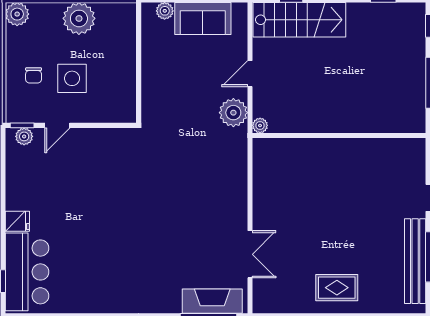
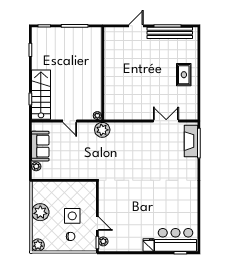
plant: (233, 113) -> (102, 130), moved

